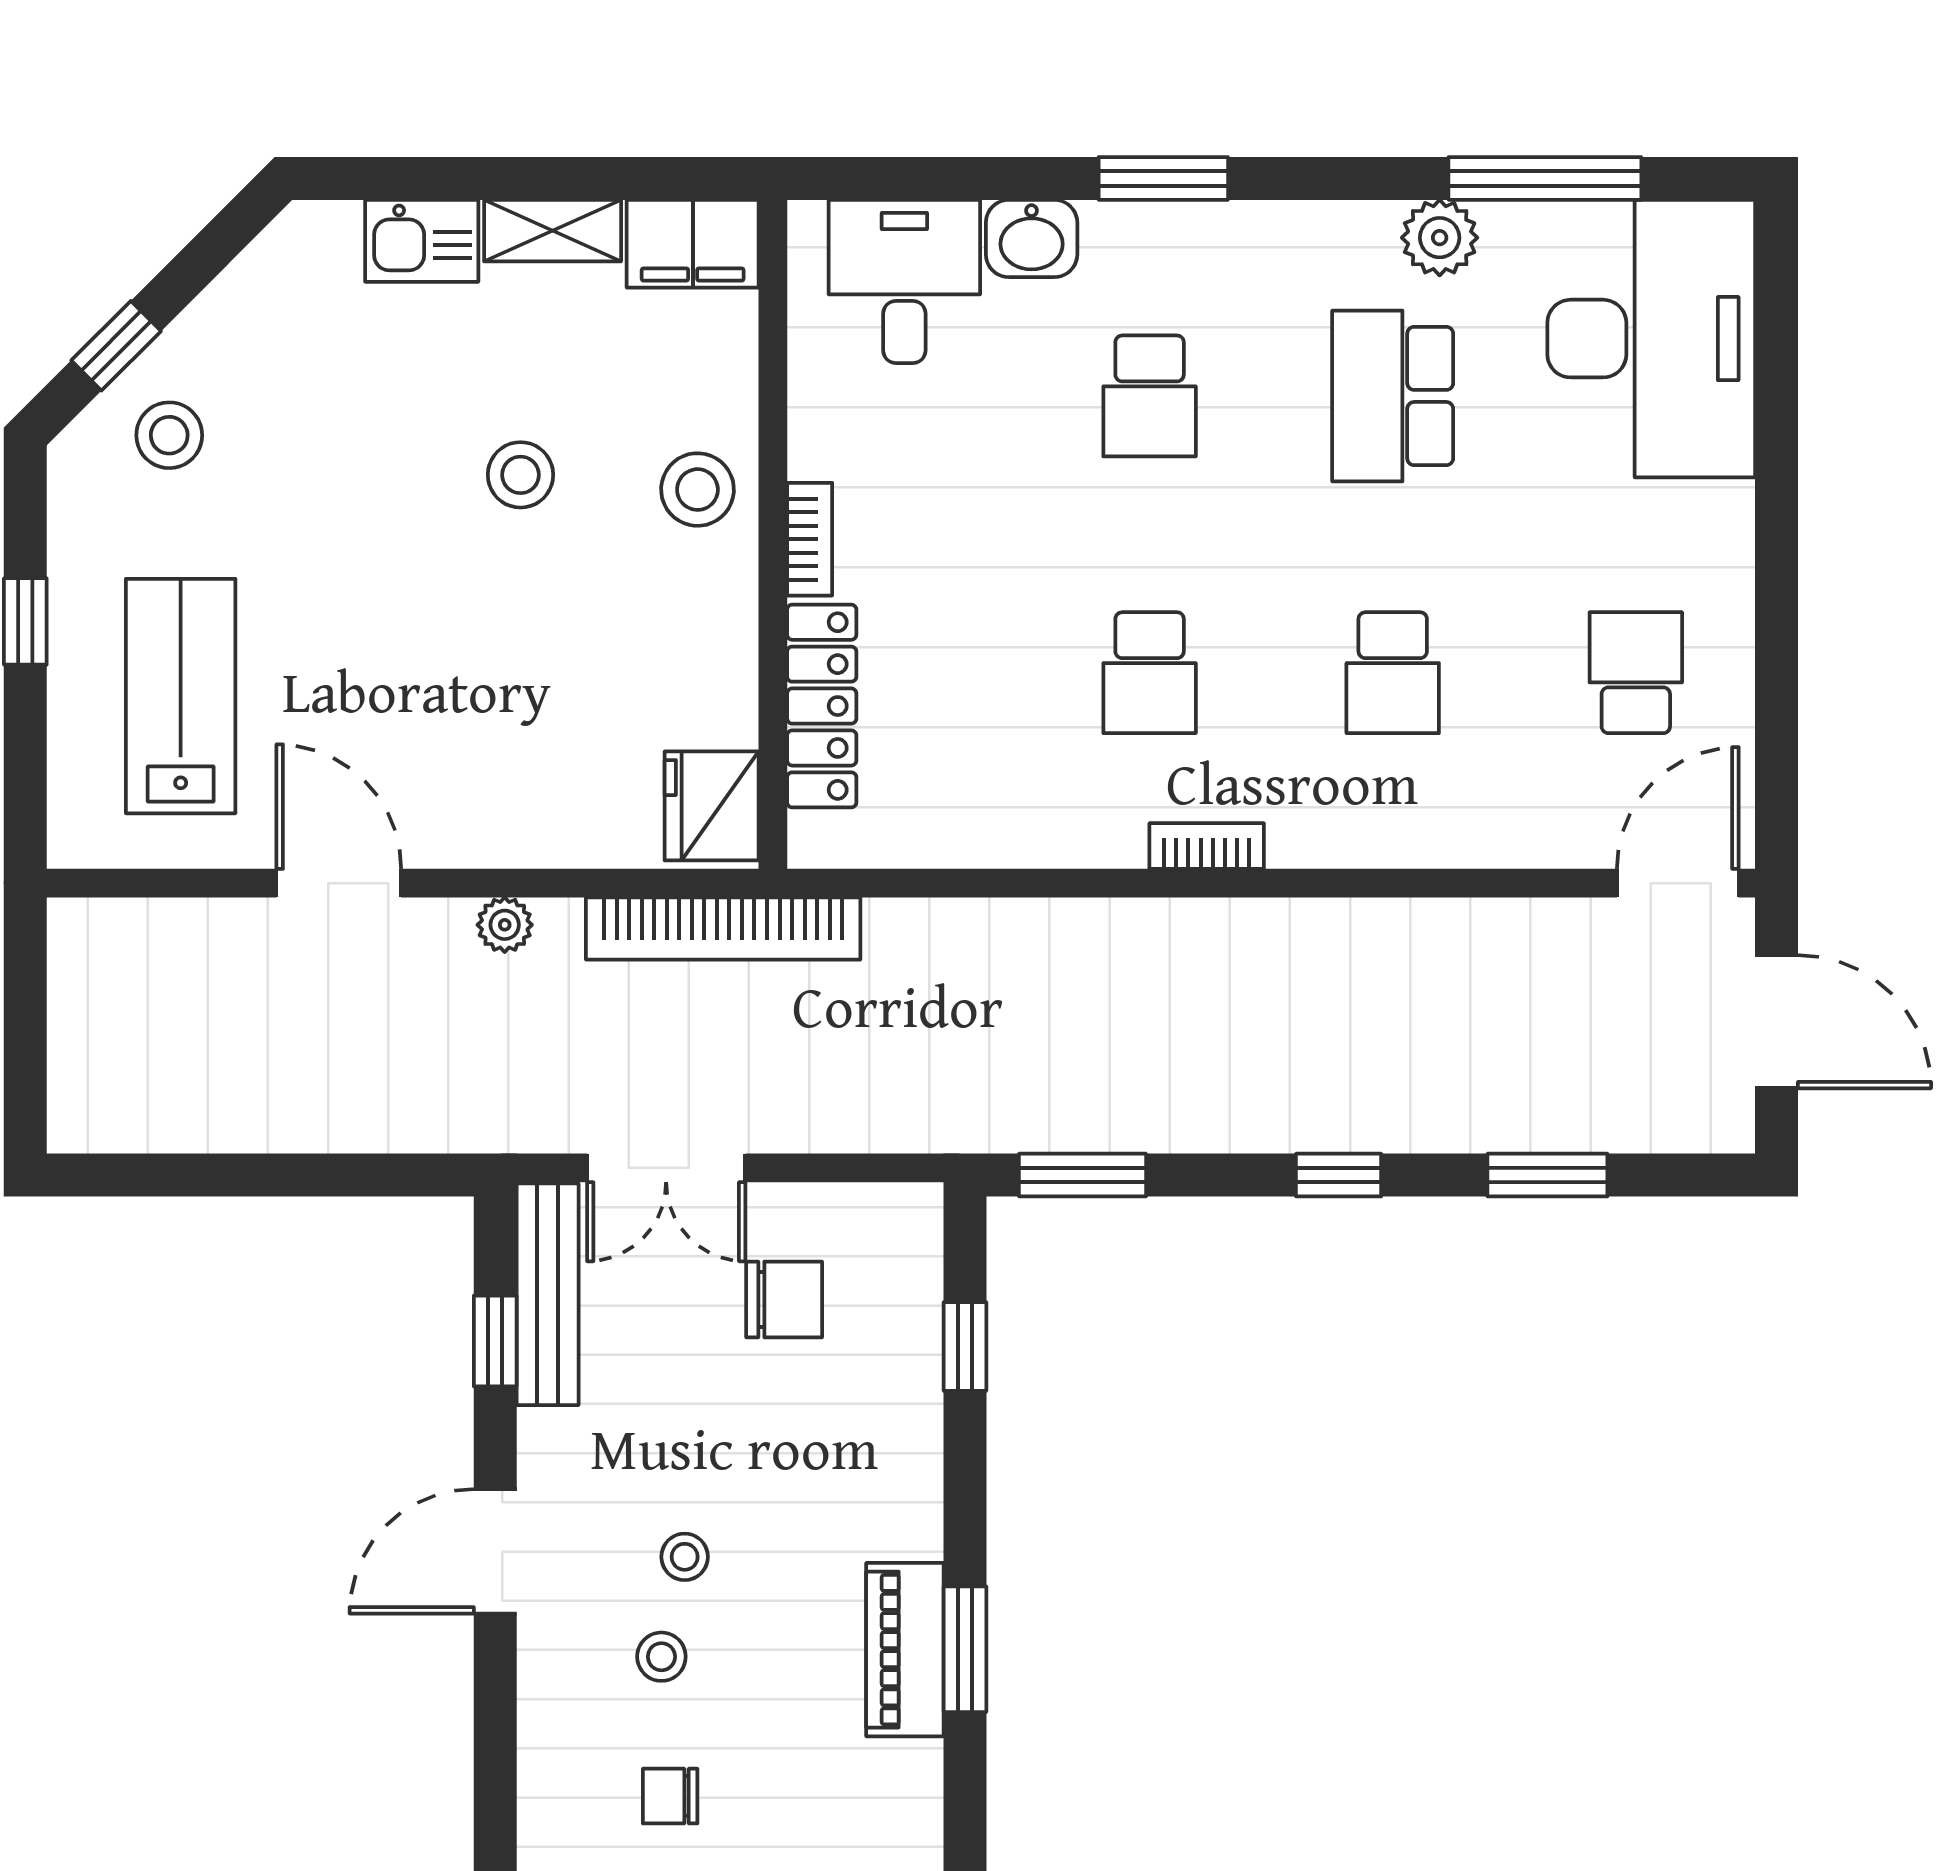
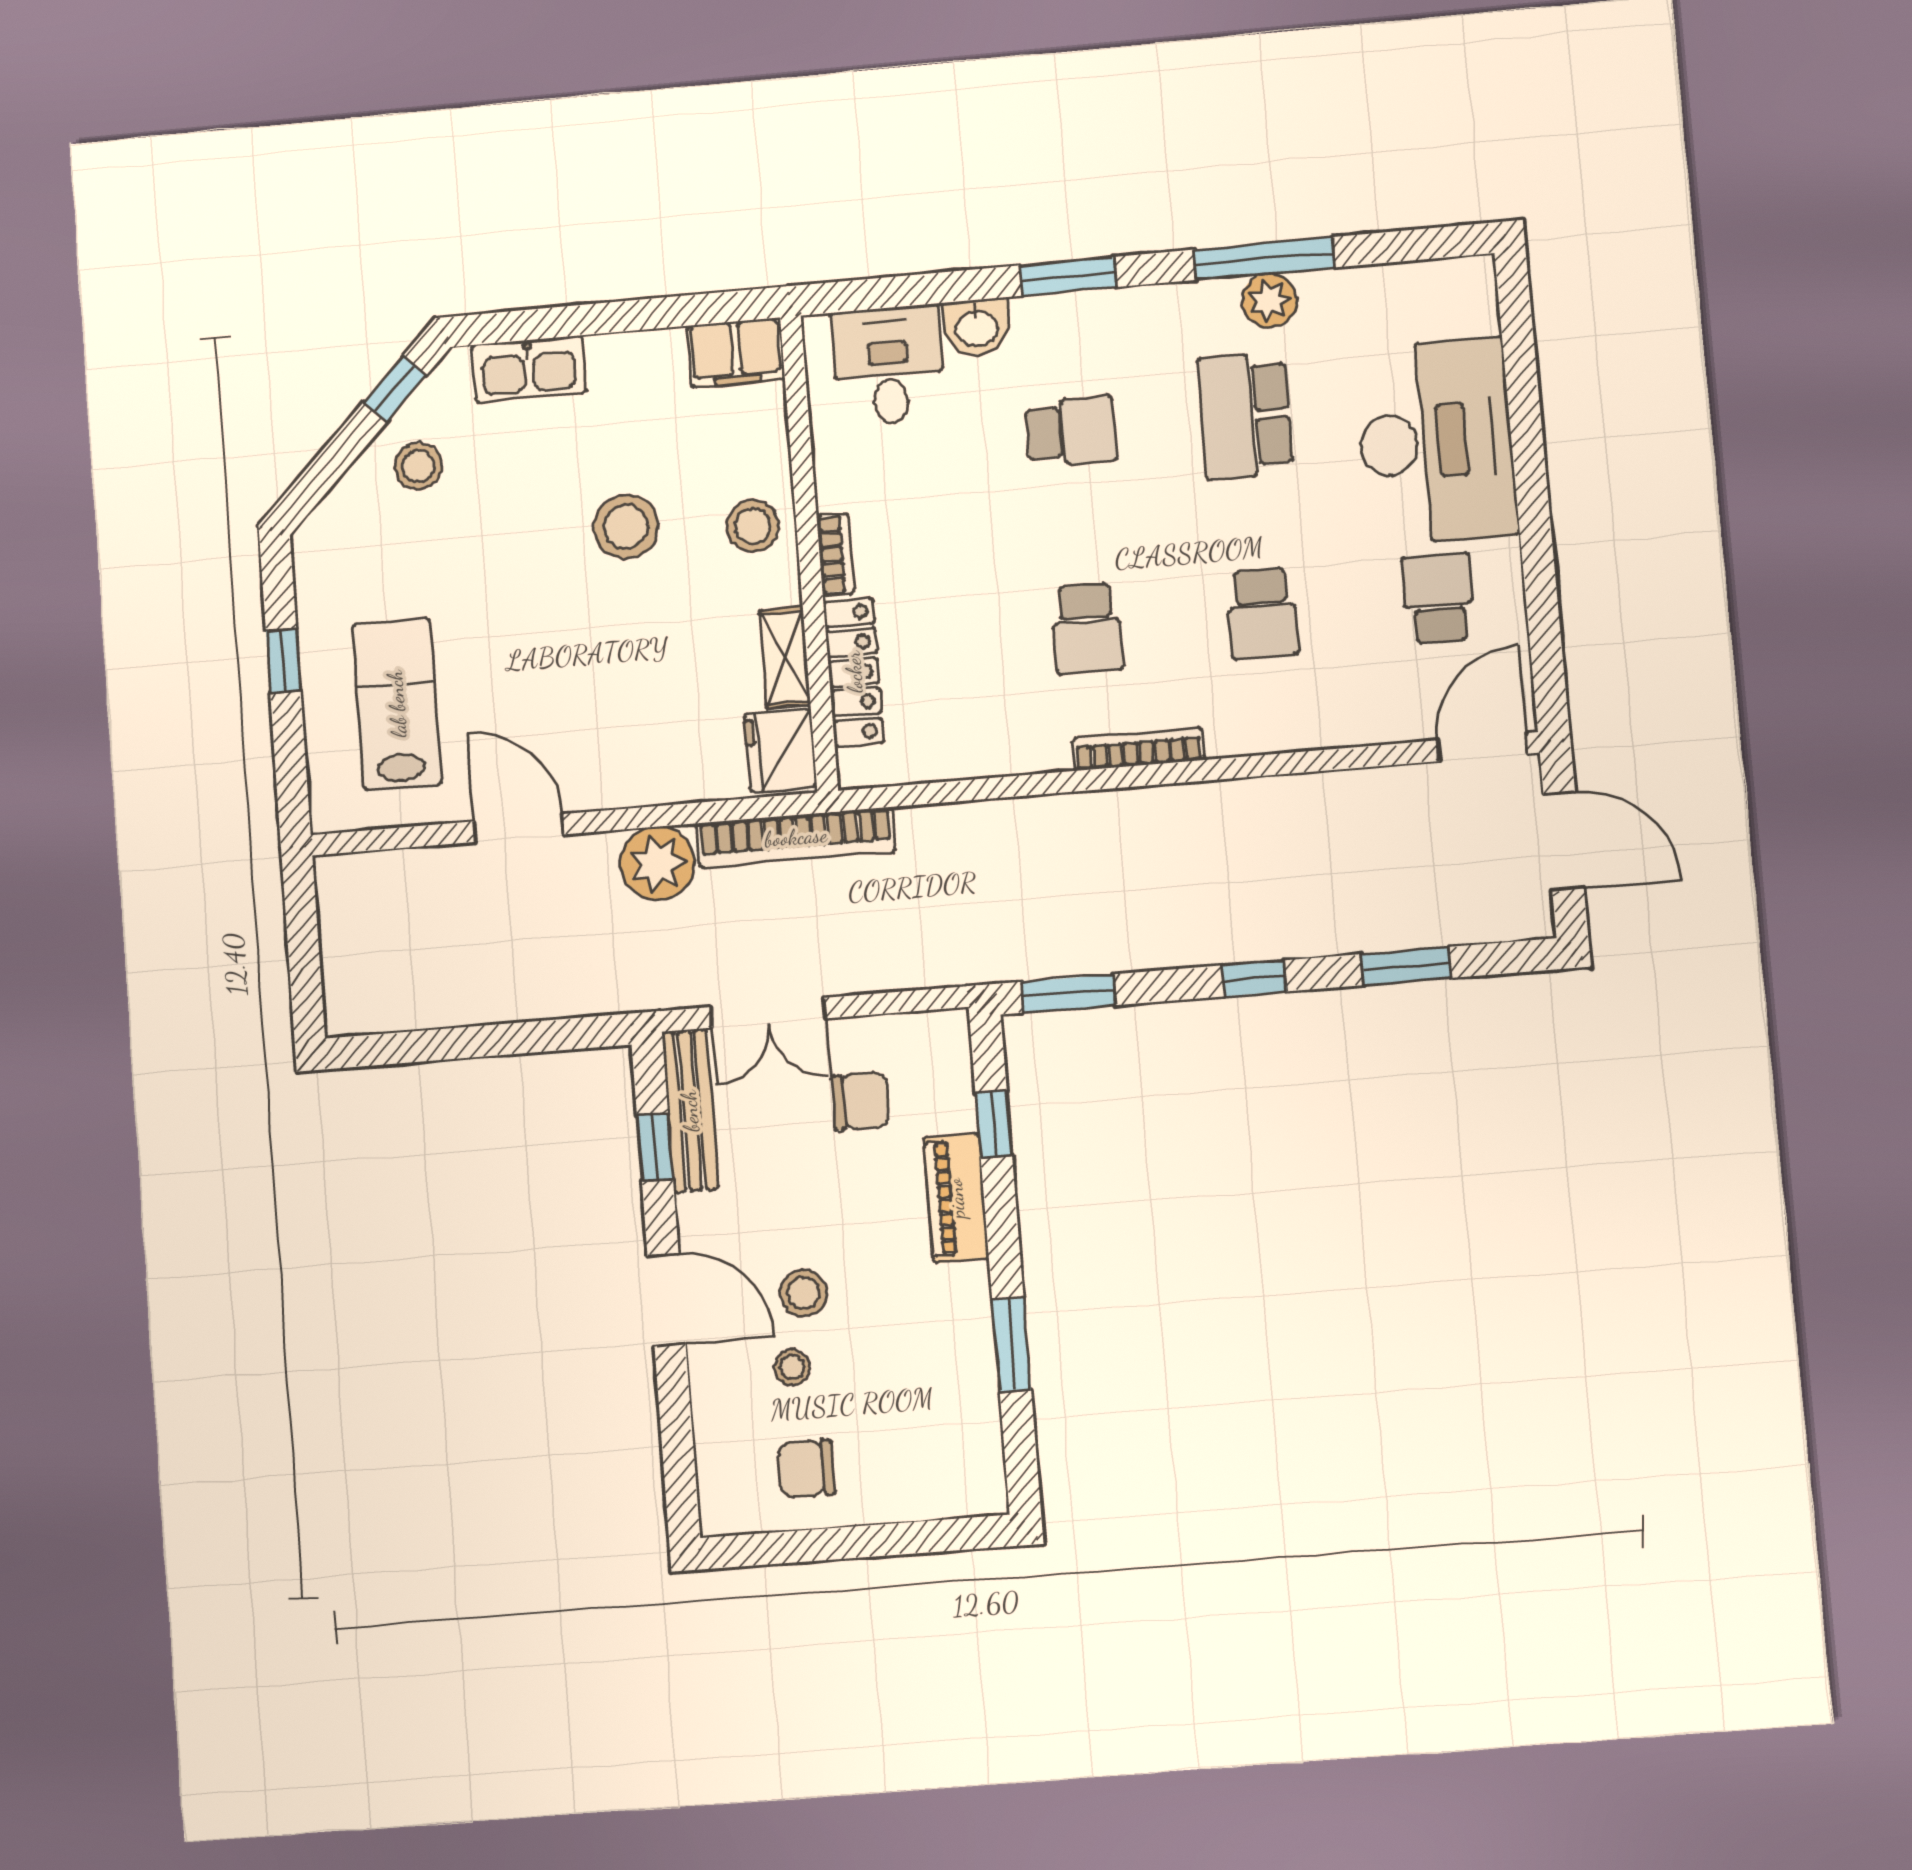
window: (1545, 178) -> (1264, 259), moved
shelving: (553, 231) -> (785, 658), moved, turned 90
kitchen sink: (422, 241) -> (529, 369), width x1.38
desk: (1651, 339) -> (1436, 441), moved
window: (116, 346) -> (395, 389), moved
school desk: (1150, 396) -> (1071, 431), turned -90
stool: (169, 435) -> (418, 466), moved
stool: (521, 475) -> (626, 527), width x1.38, depth x1.38
bookcase: (1207, 846) -> (1139, 749), width x1.56
plant: (505, 925) -> (658, 863), width x1.88, depth x1.88
door: (495, 1551) -> (666, 1300), swing flipped
stool: (685, 1557) -> (803, 1293), width x1.37, depth x1.37
piano: (905, 1650) -> (956, 1198), moved
chair: (670, 1796) -> (806, 1468), width x1.37, depth x1.37

